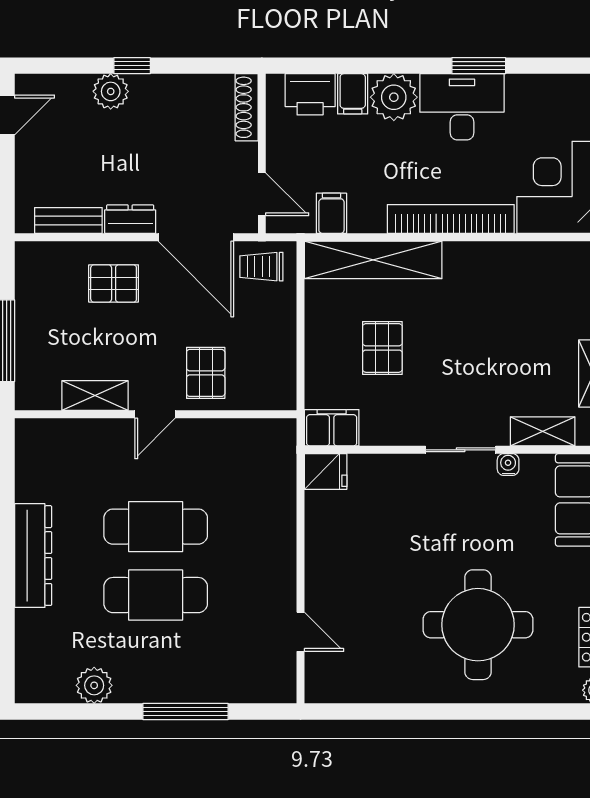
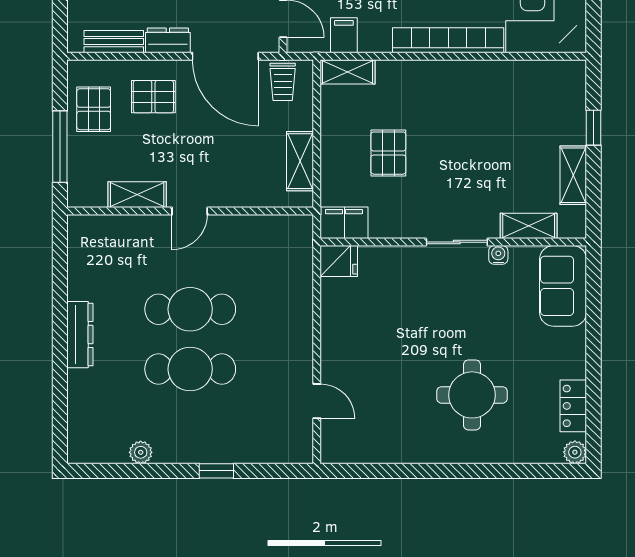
shelving: (373, 260) -> (348, 72), width x0.45, depth x0.75
trolley: (261, 267) -> (283, 82), turned -90
shelving: (281, 357) -> (300, 161), added
pallet: (206, 373) -> (94, 109), moved
dresser: (33, 556) -> (80, 335), width x0.73, depth x0.80
round table: (478, 625) -> (472, 395), width x0.73, depth x0.73
plant: (94, 685) -> (141, 452), width x0.73, depth x0.73
window: (186, 712) -> (216, 471), width x0.46

